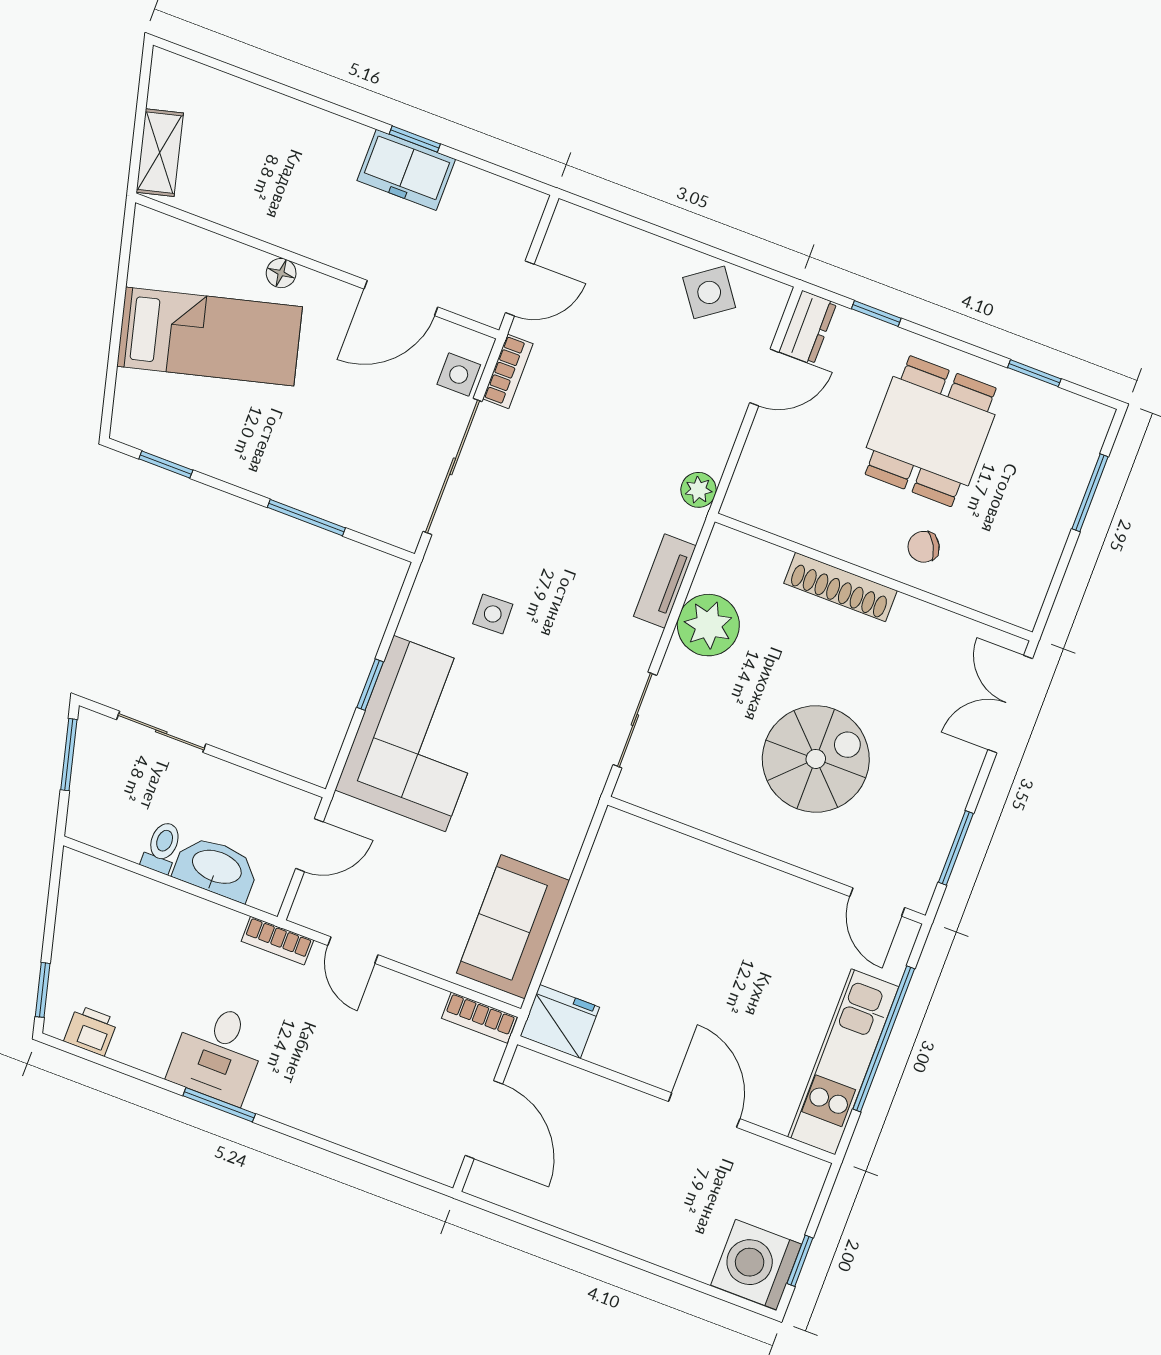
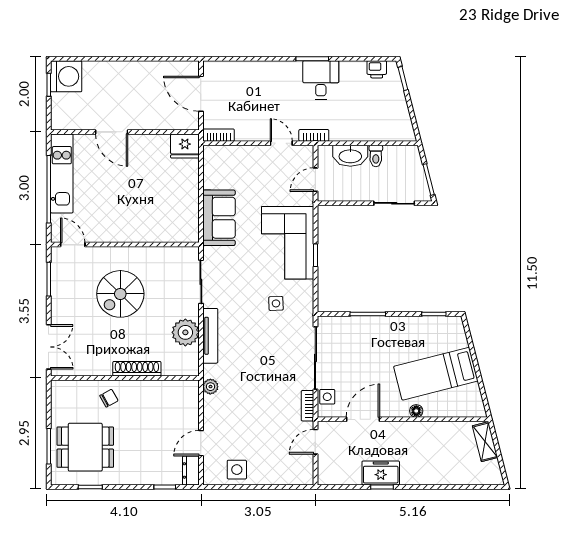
side table: (709, 292) -> (237, 470), turned 36
dining table: (931, 431) -> (85, 447), moved, turned 90
tv unit: (665, 581) -> (210, 336), width x1.41
sofa: (513, 927) -> (219, 218), moved

